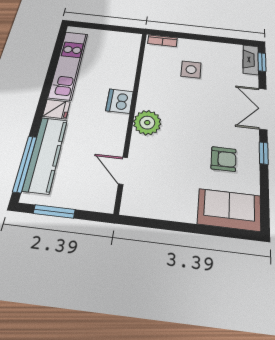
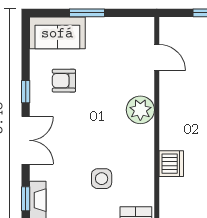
dishwasher: (120, 101) -> (171, 164), moved
window: (195, 229) -> (87, 13), added

